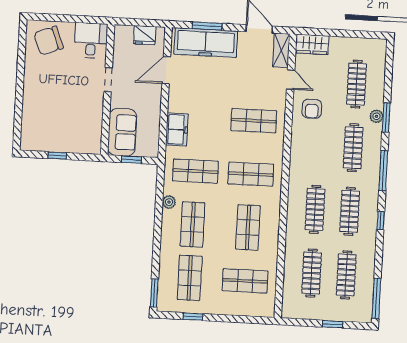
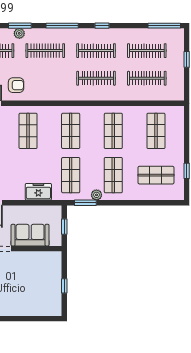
sofa: (122, 132) -> (30, 235), moved
shop shelf: (193, 224) -> (113, 175), turned 90
shop shelf: (248, 227) -> (113, 131), turned 90
window: (154, 293) -> (85, 203), moved

